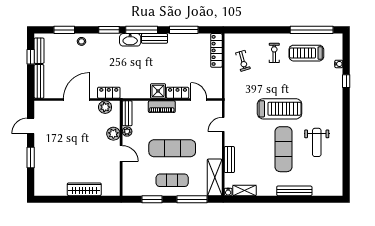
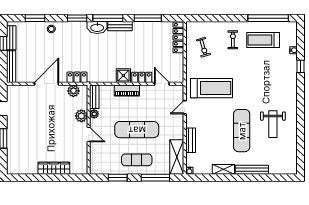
treadmill: (280, 109) -> (211, 88), moved
shelving: (245, 190) -> (223, 169), moved

